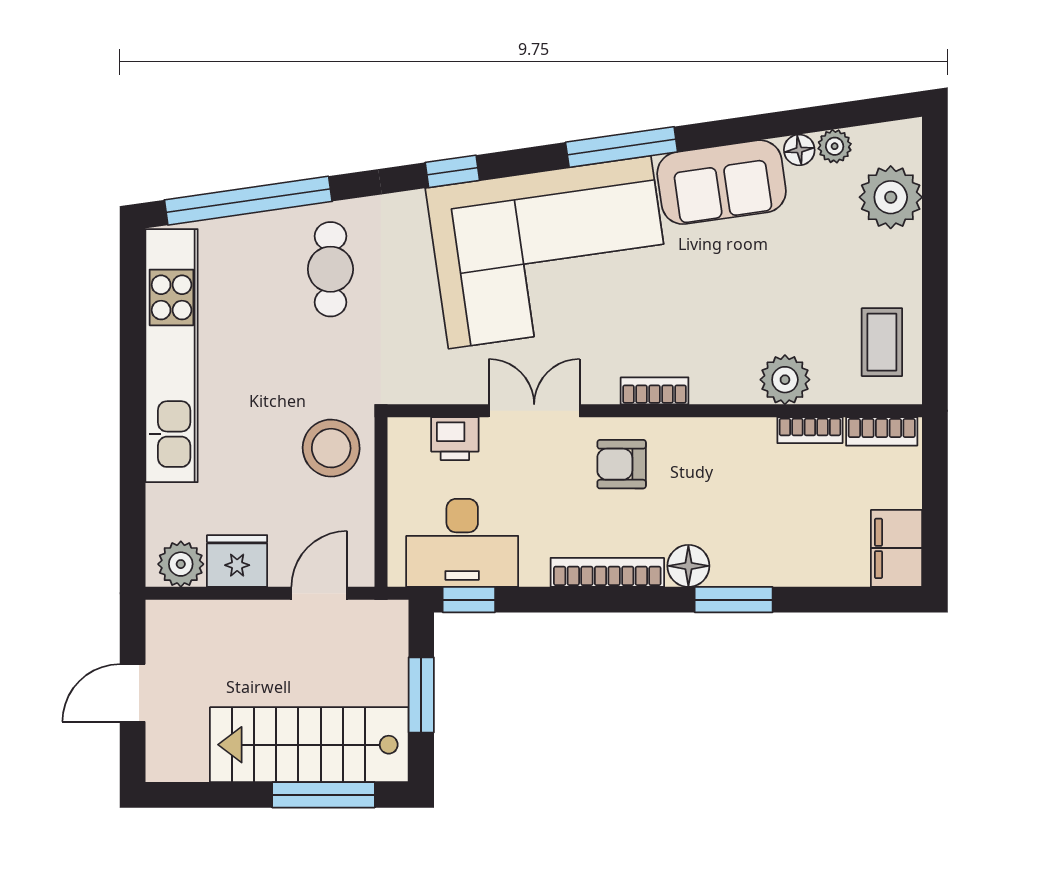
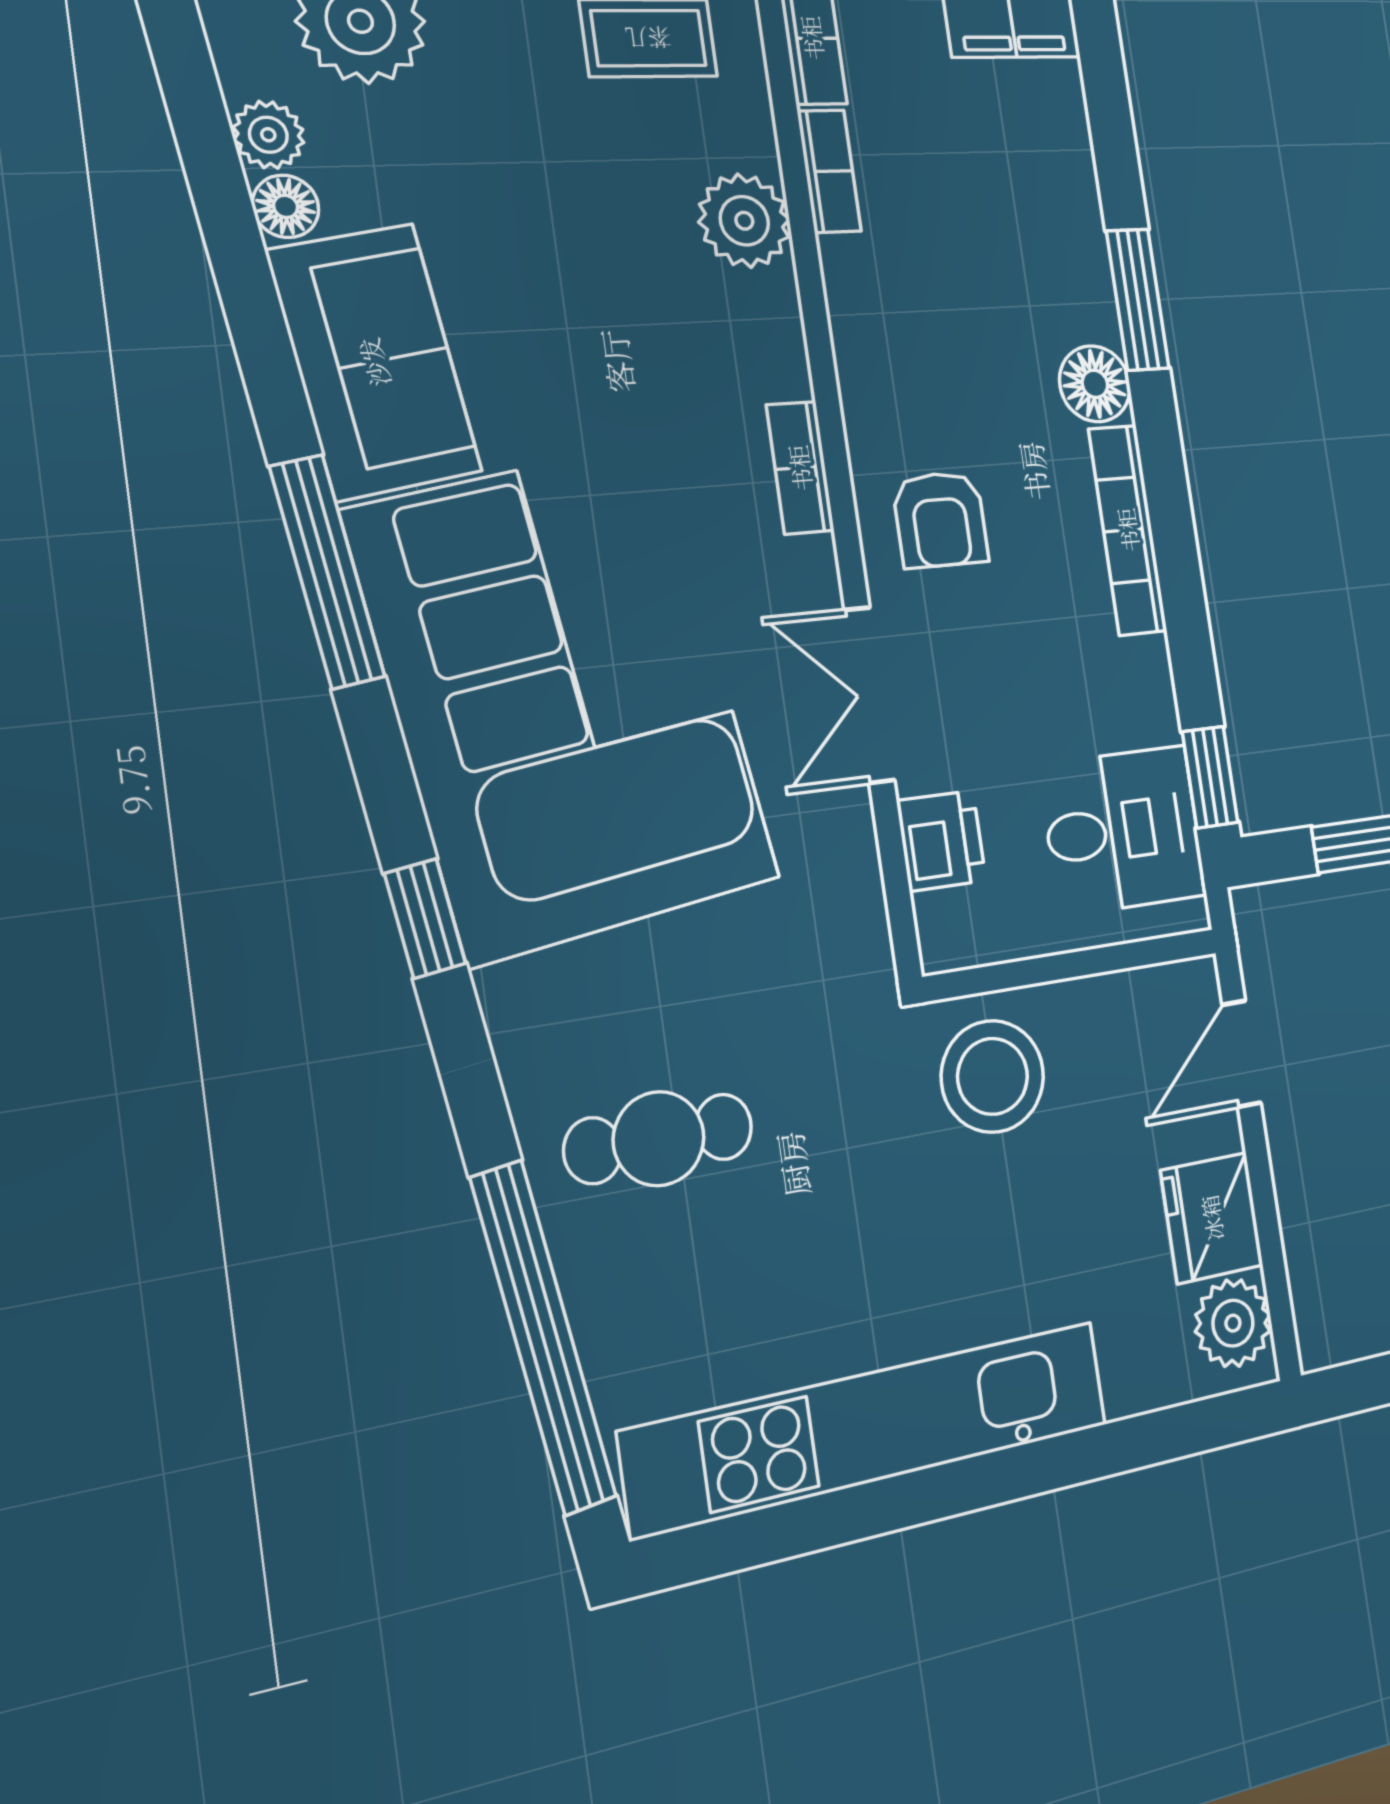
desk: (462, 543) -> (1123, 830), width x0.73
door: (319, 593) -> (1241, 1054), hinge flipped

